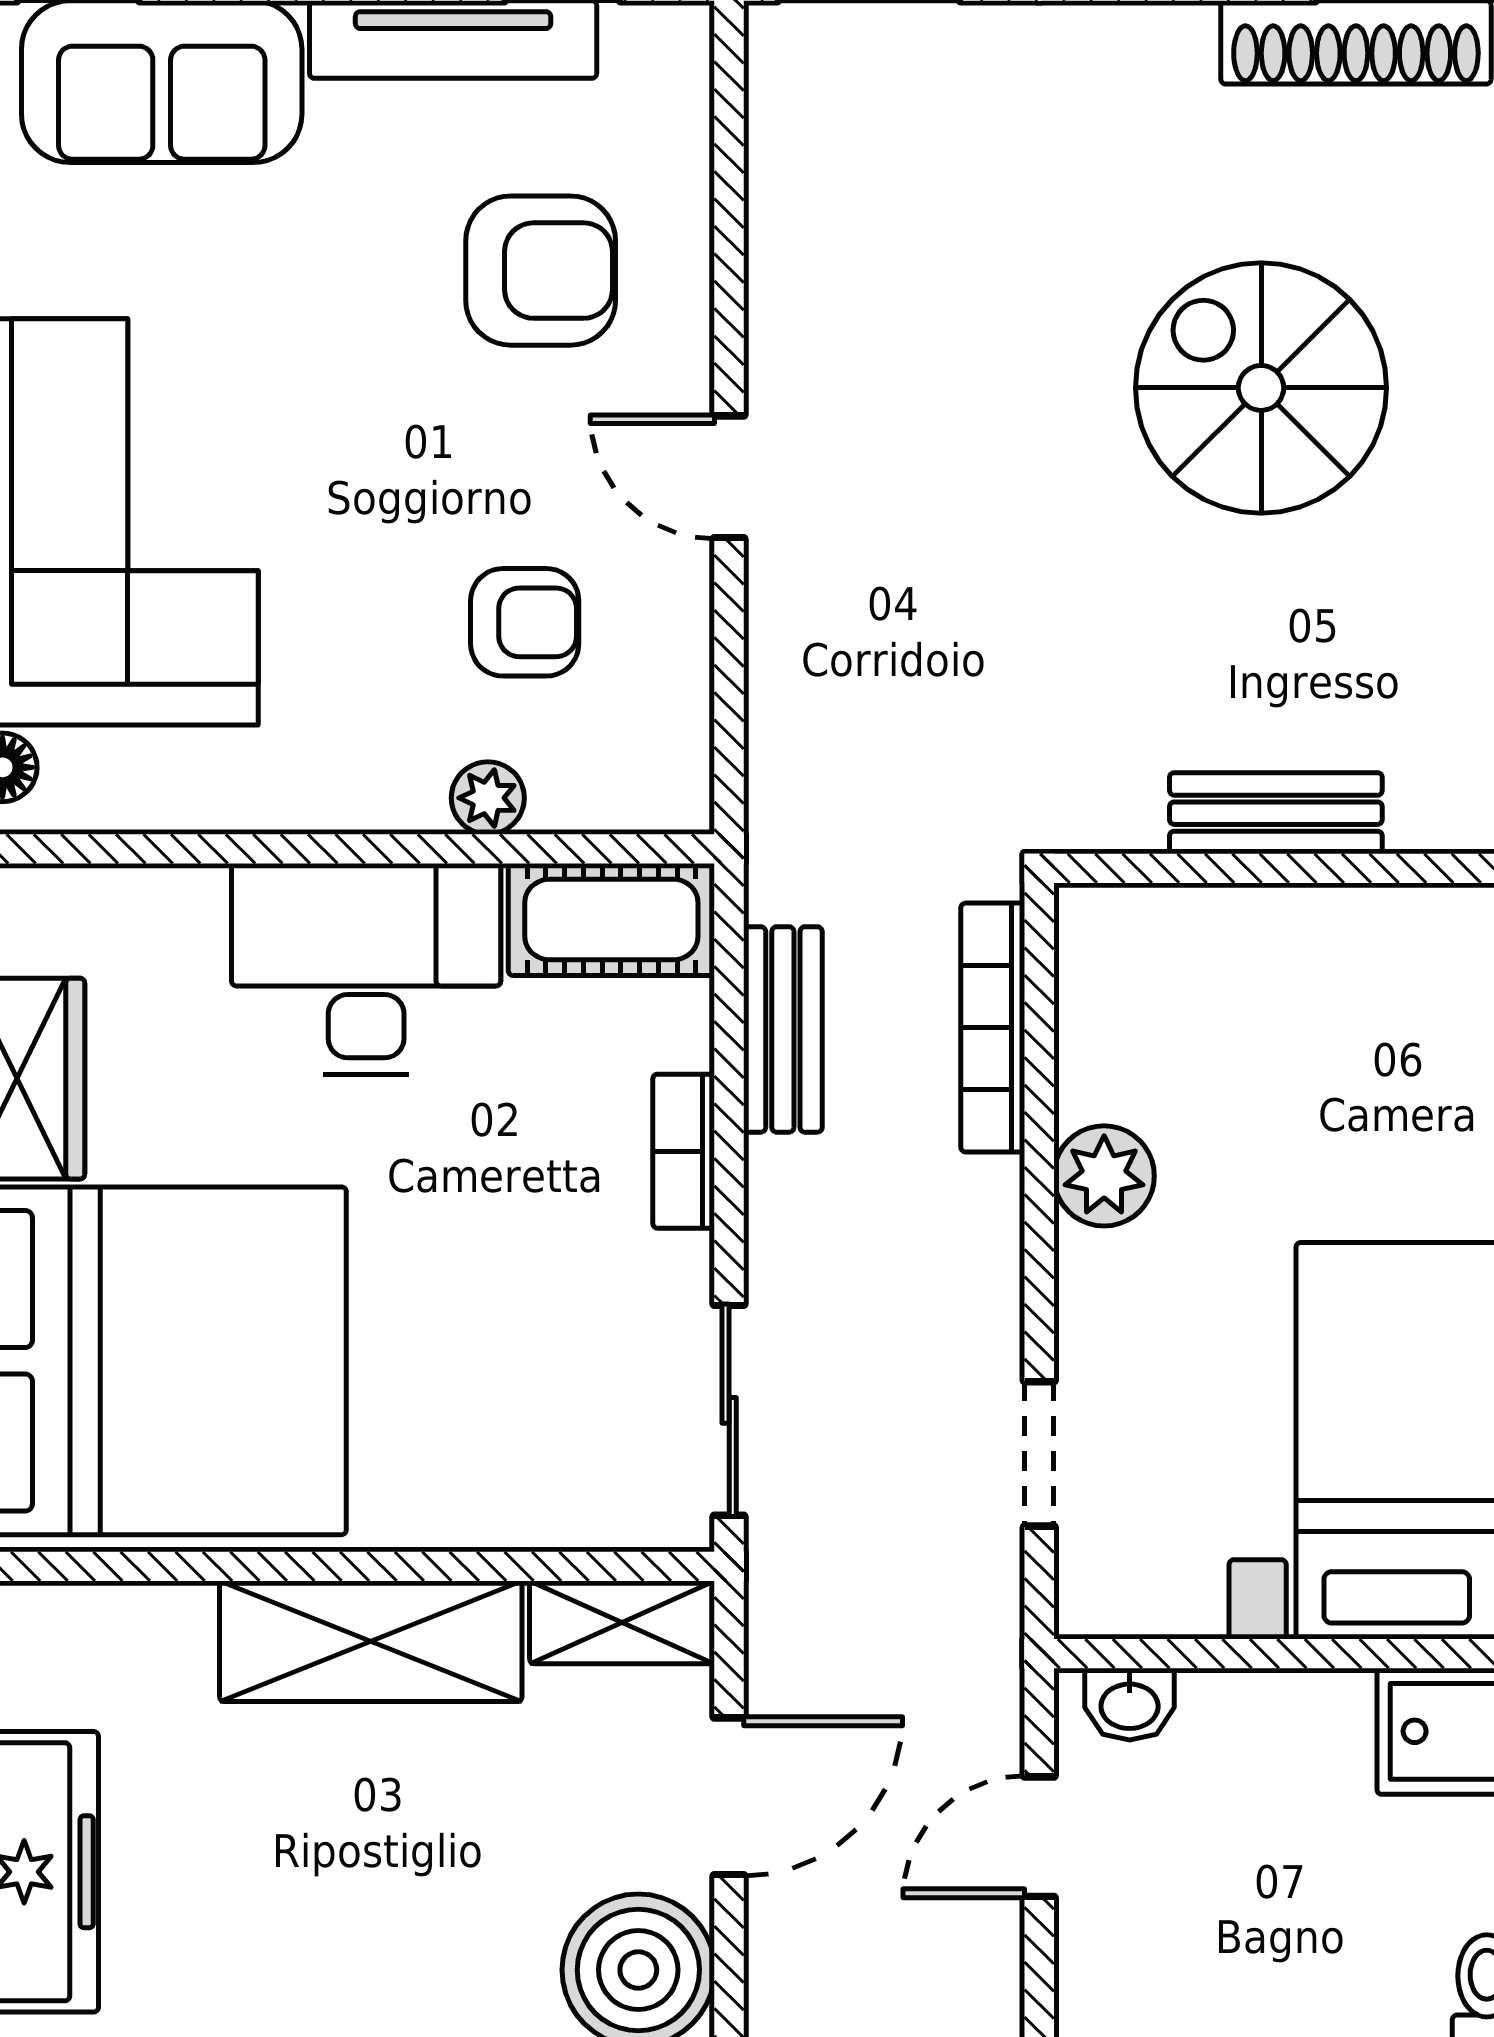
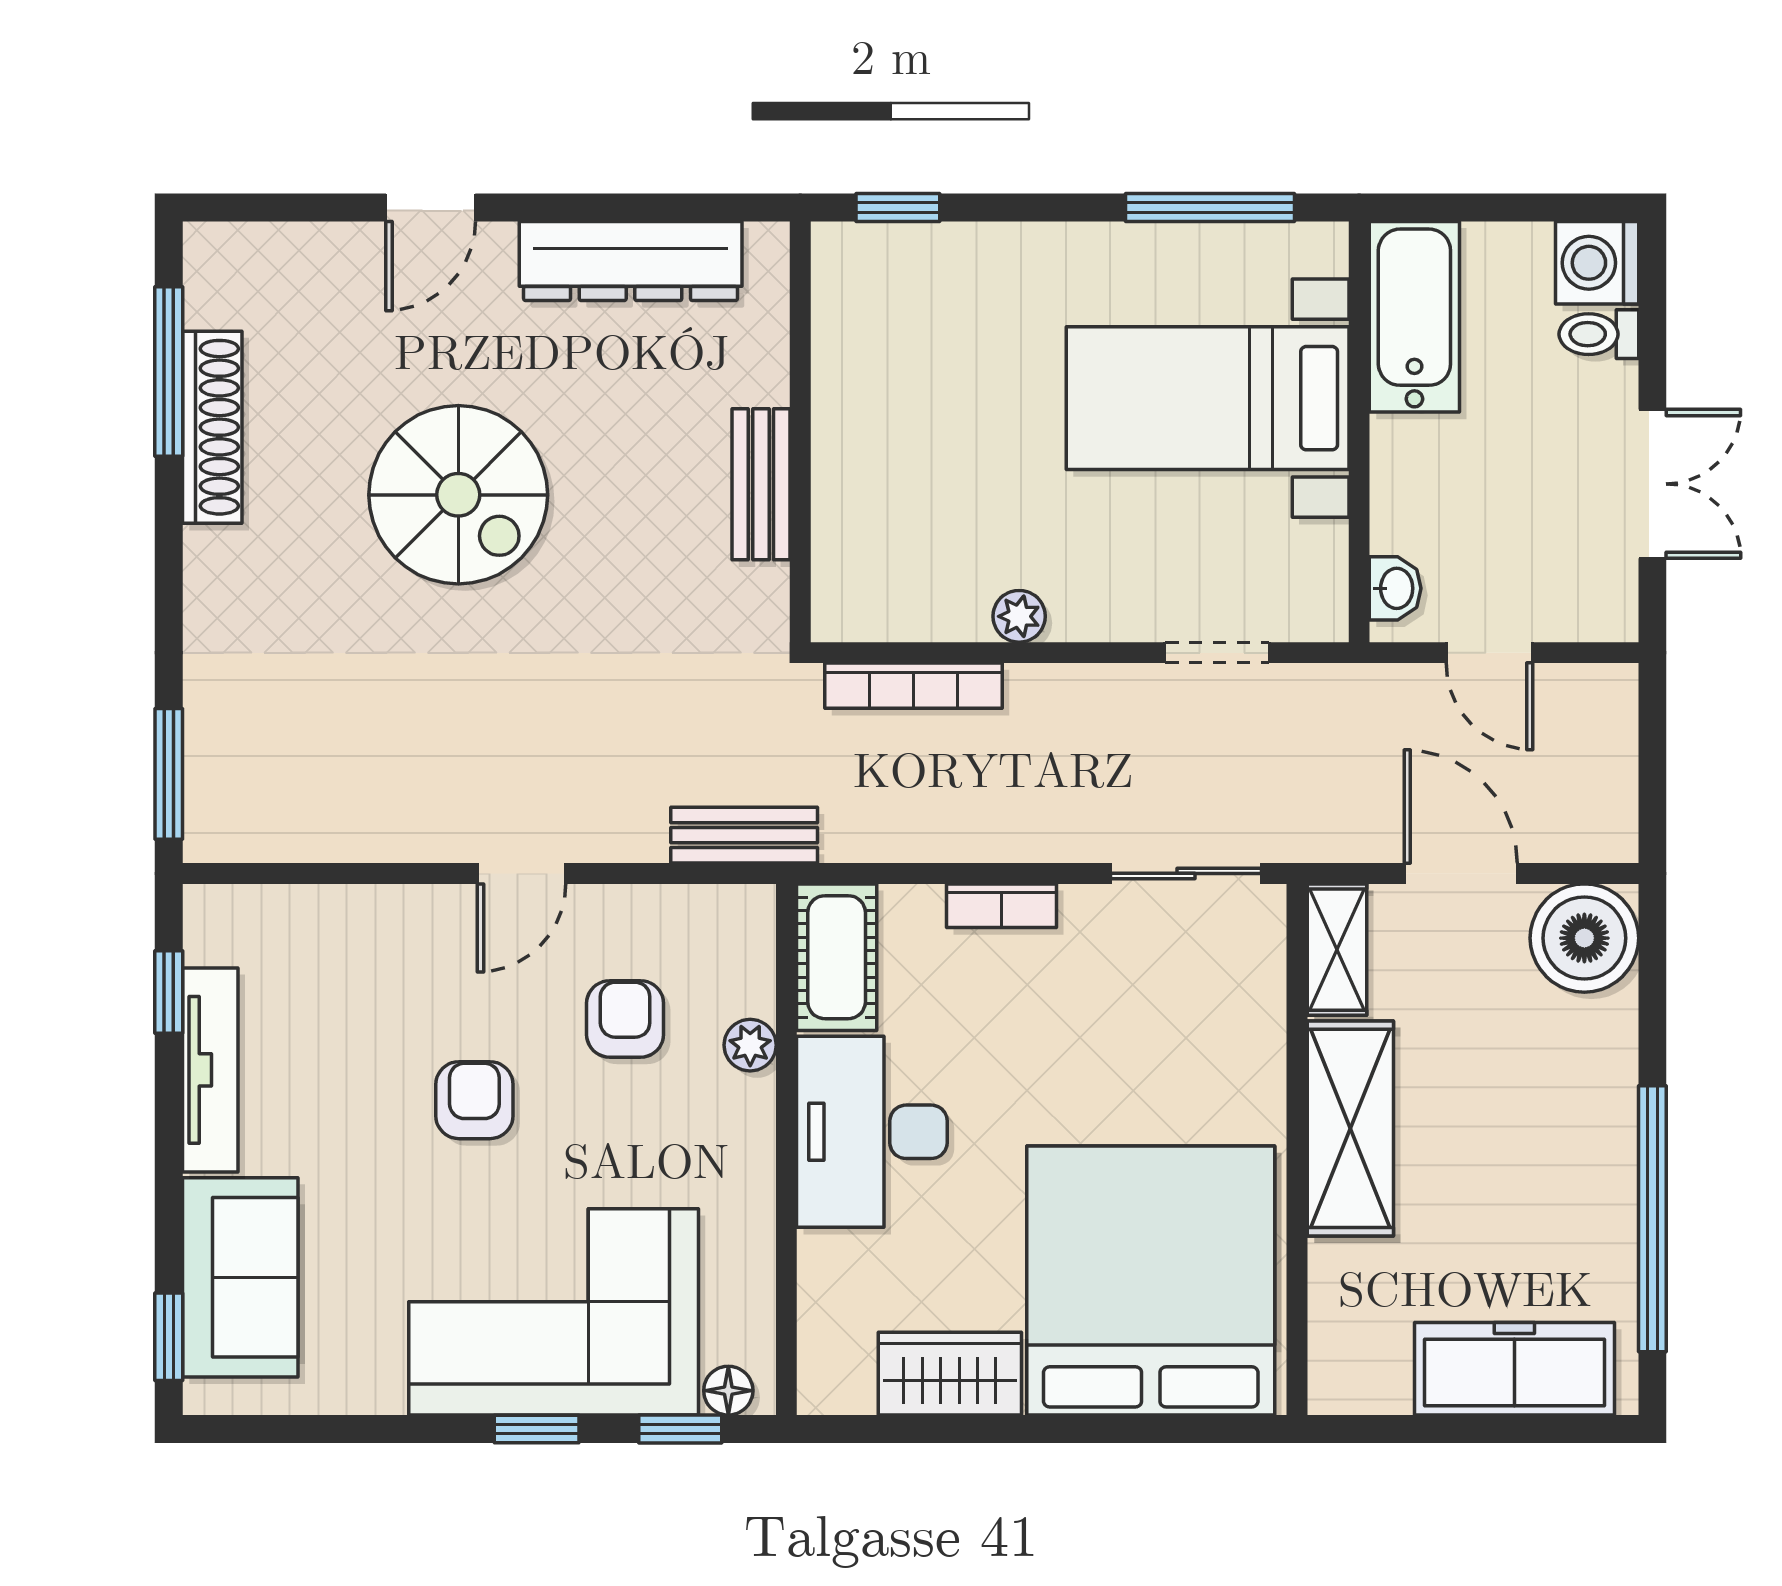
armchair: (541, 271) -> (474, 1100), moved, width x0.72, depth x0.72
spiral stairs: (1261, 388) -> (458, 495), turned -90
bench: (783, 1029) -> (744, 835), moved
plant: (1104, 1176) -> (1019, 616), width x0.73, depth x0.73

